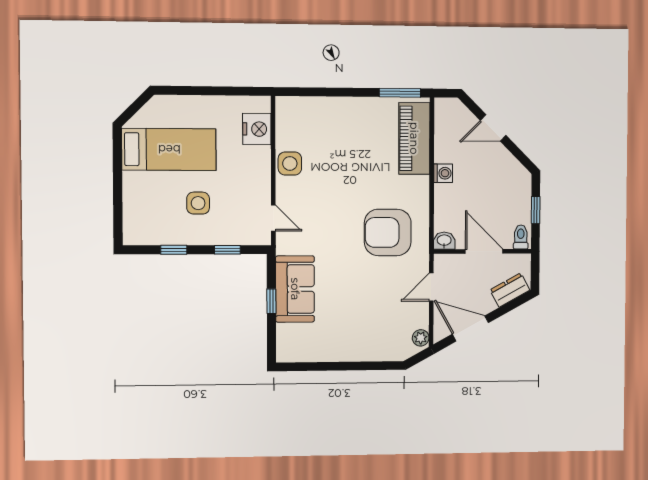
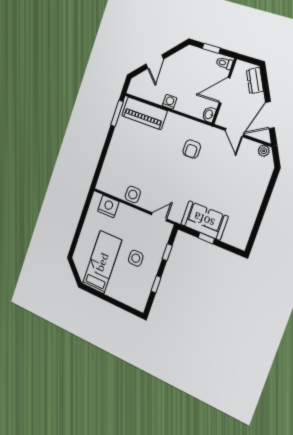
armchair: (388, 232) -> (192, 149), width x0.53, depth x0.53

